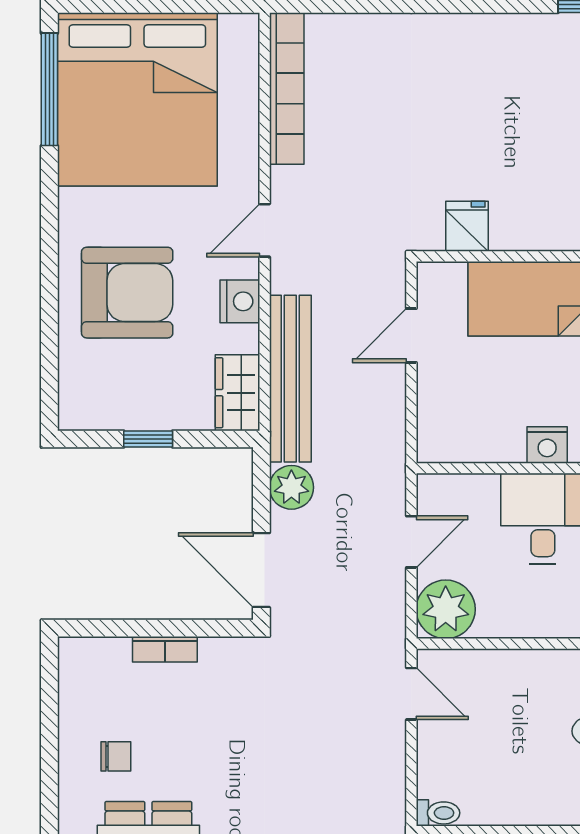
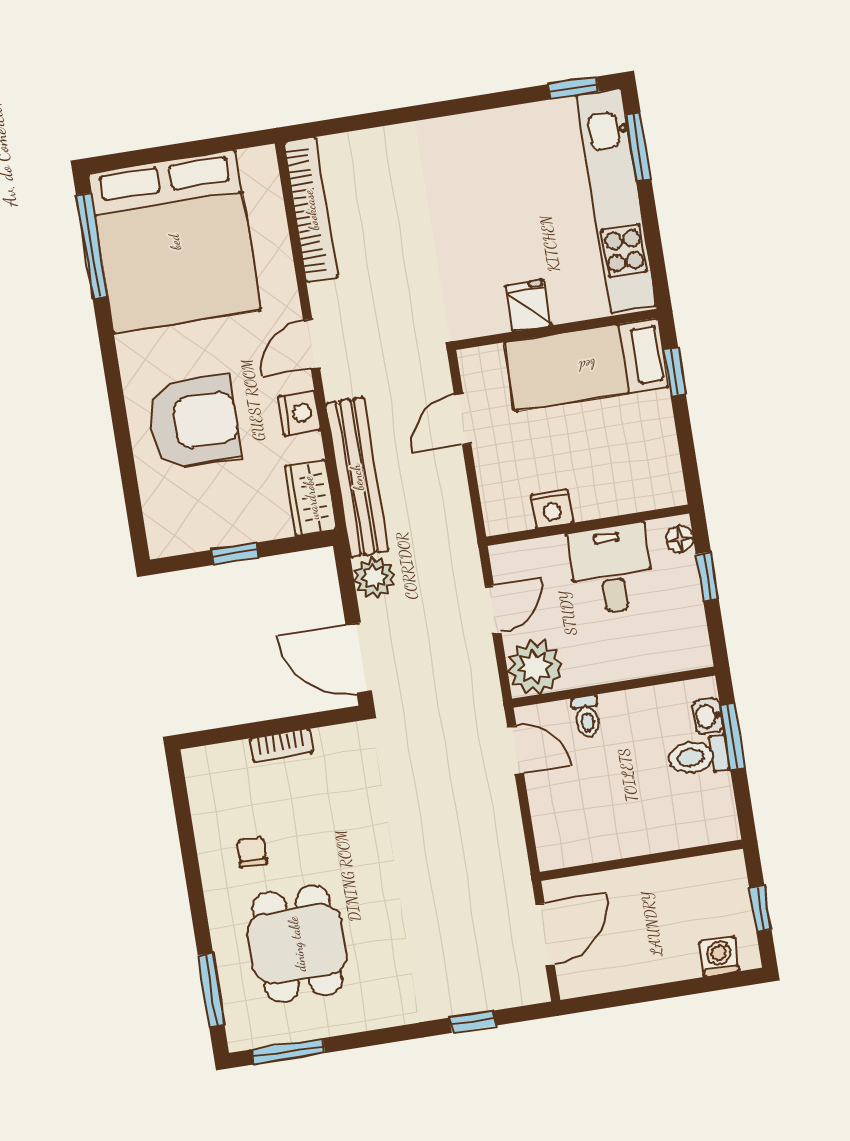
fridge: (467, 226) -> (528, 305), moved
nightstand: (547, 445) -> (552, 509), moved
chair: (116, 756) -> (252, 852), turned -90
toilet: (438, 813) -> (587, 717), moved, turned 90

